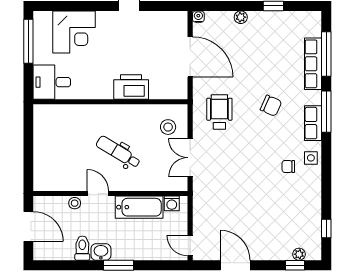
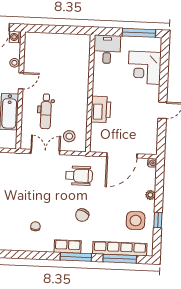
row of seats: (313, 64) -> (120, 249), width x1.36
dental chair: (118, 152) -> (46, 111), moved, turned 149
side table: (311, 158) -> (136, 221), moved, width x1.87, depth x1.87
washing machine: (172, 203) -> (15, 37), moved

